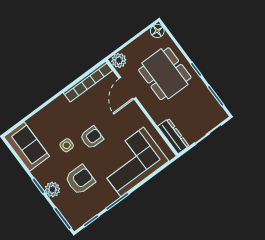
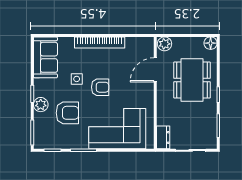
bookcase: (88, 82) -> (100, 42), moved
dresser: (173, 136) -> (163, 137), width x0.70

